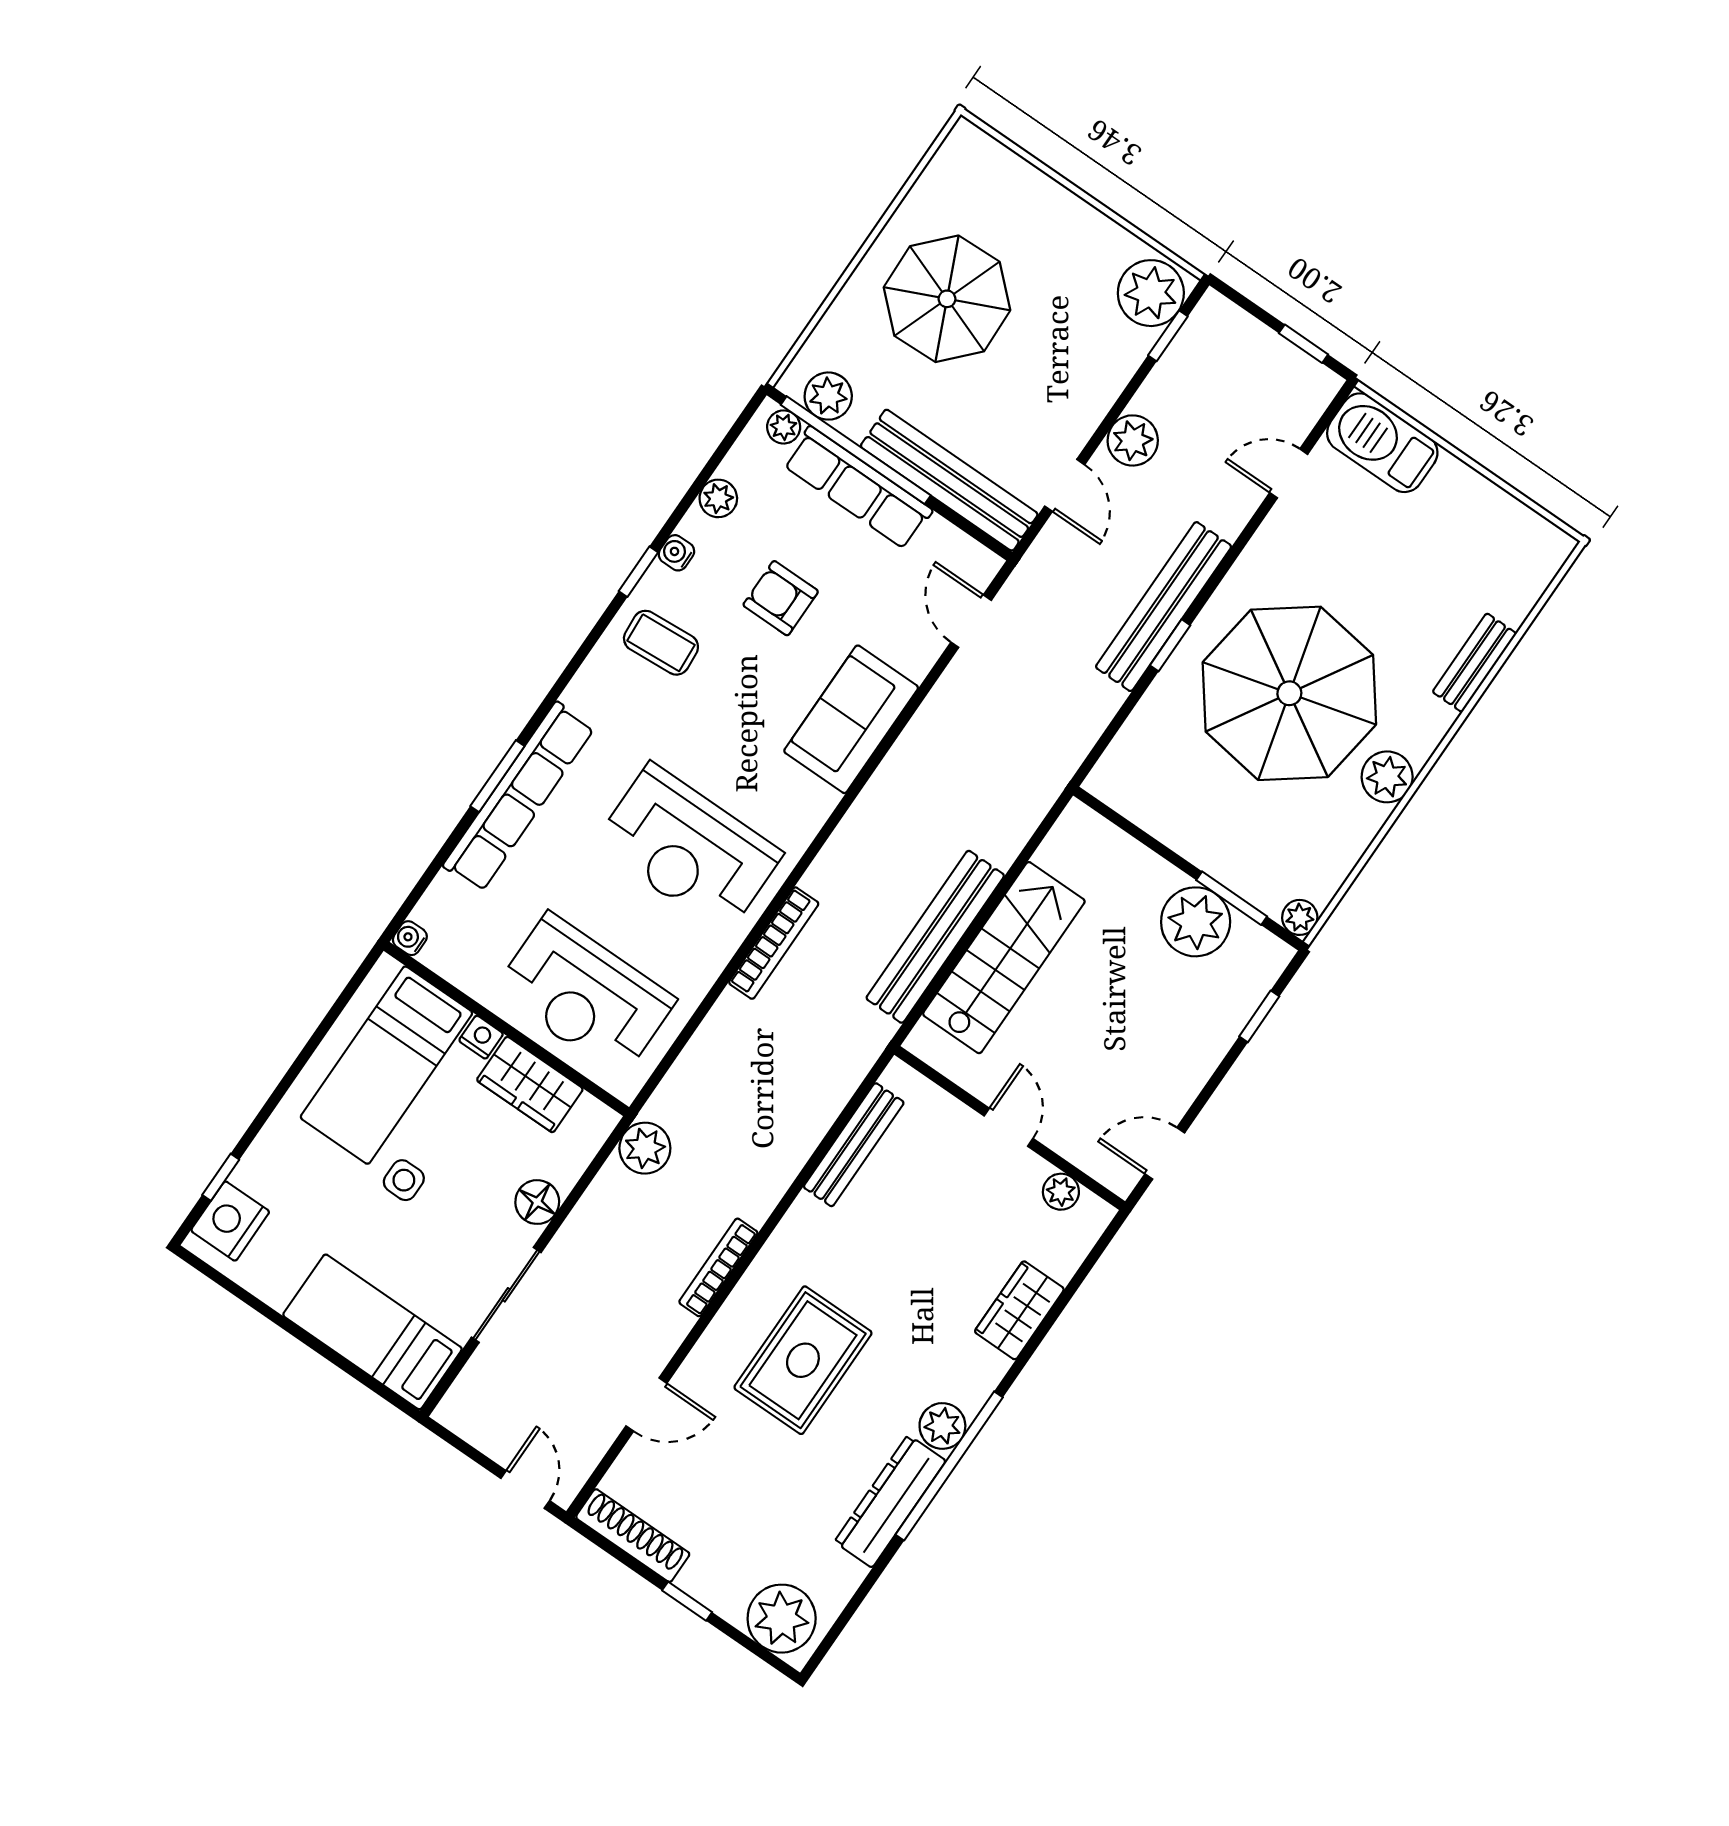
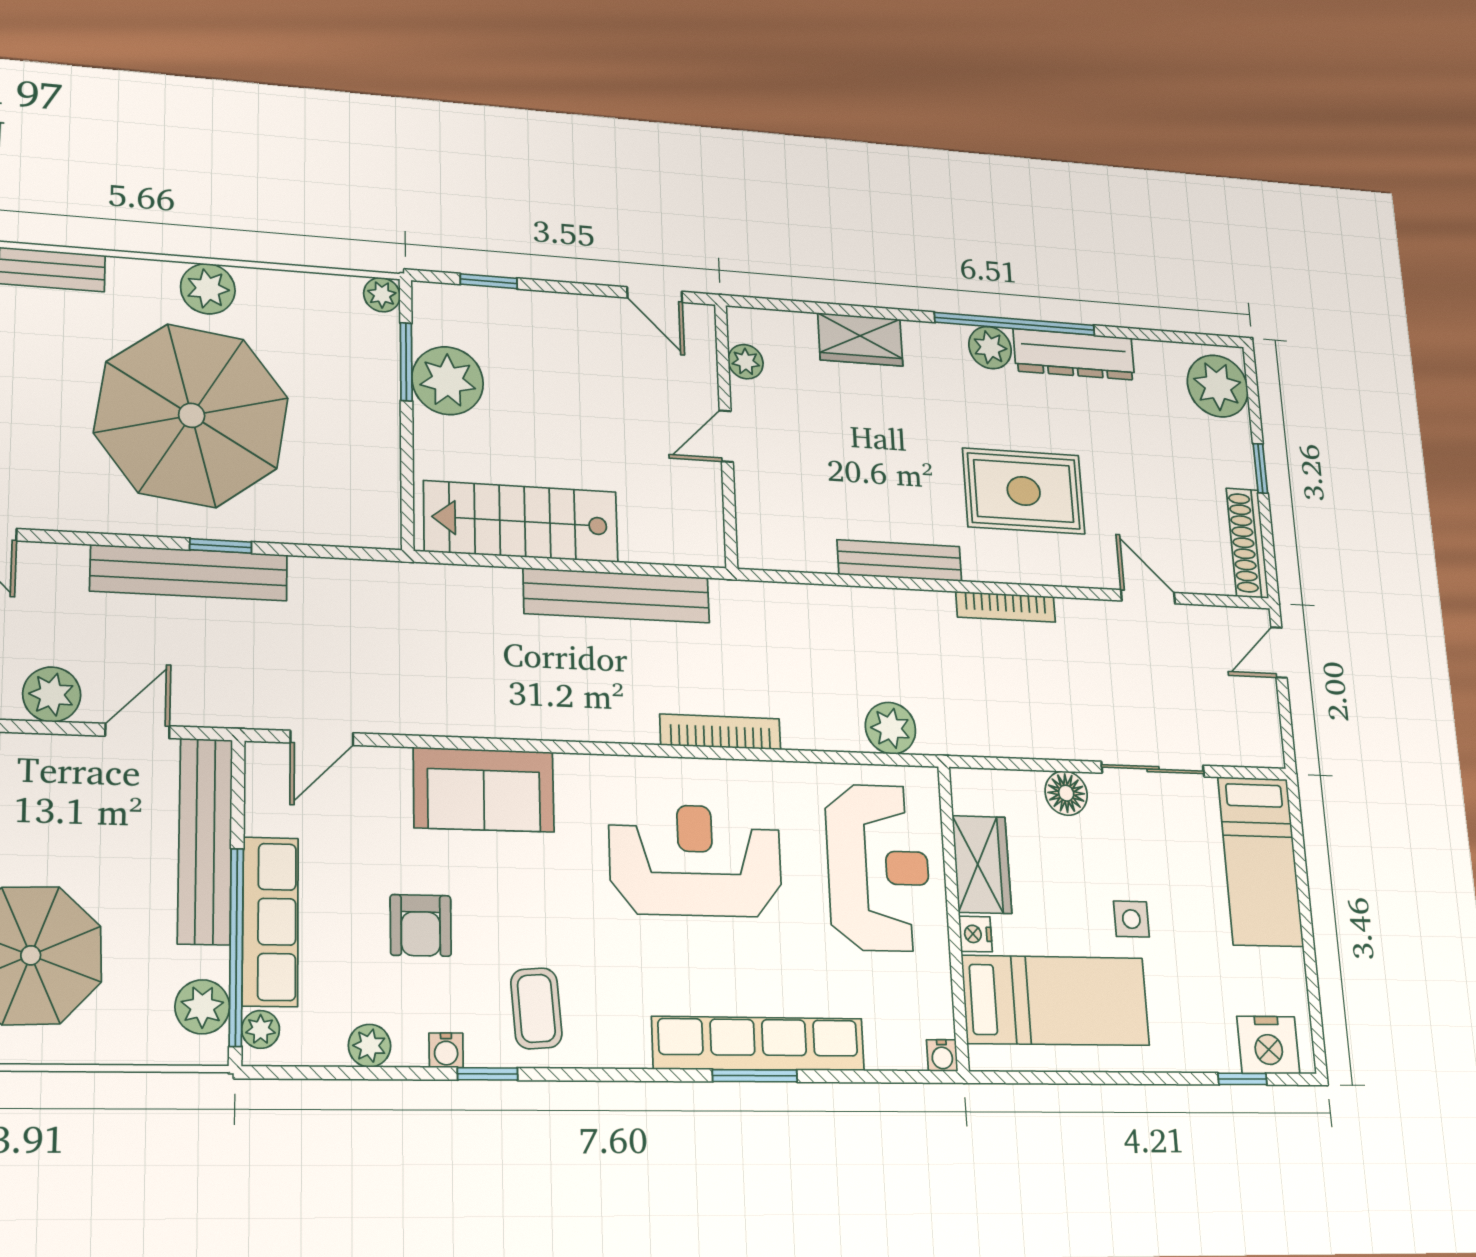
reception desk: (688, 849) -> (696, 860), turned -90
stairs: (1004, 958) -> (521, 522), moved
bench: (854, 1145) -> (900, 561), moved
plant: (645, 1148) -> (890, 728), moved

